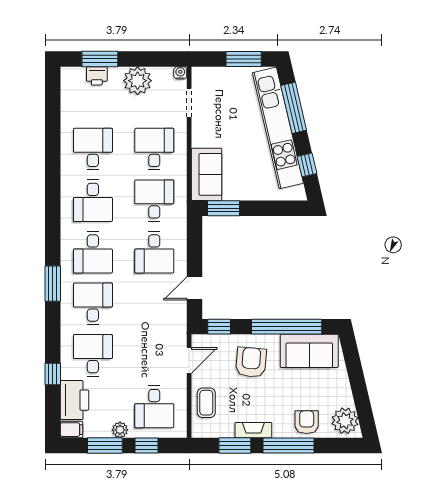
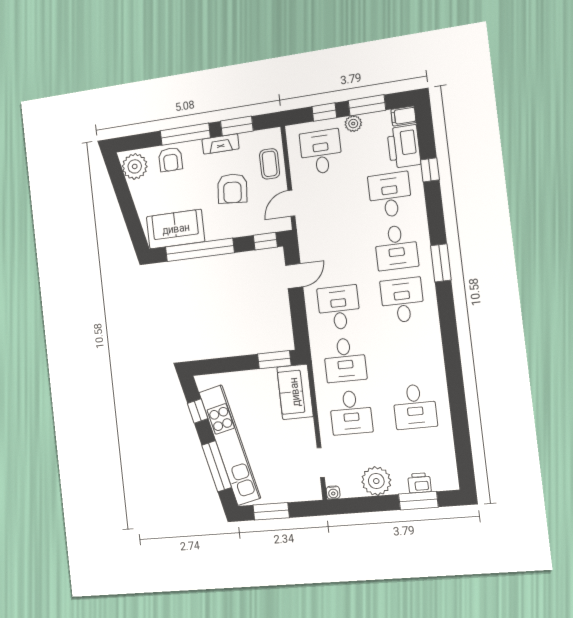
desk: (93, 201) -> (409, 353), removed
desk: (93, 355) -> (390, 195), turned 180
armchair: (251, 362) -> (232, 188), moved

